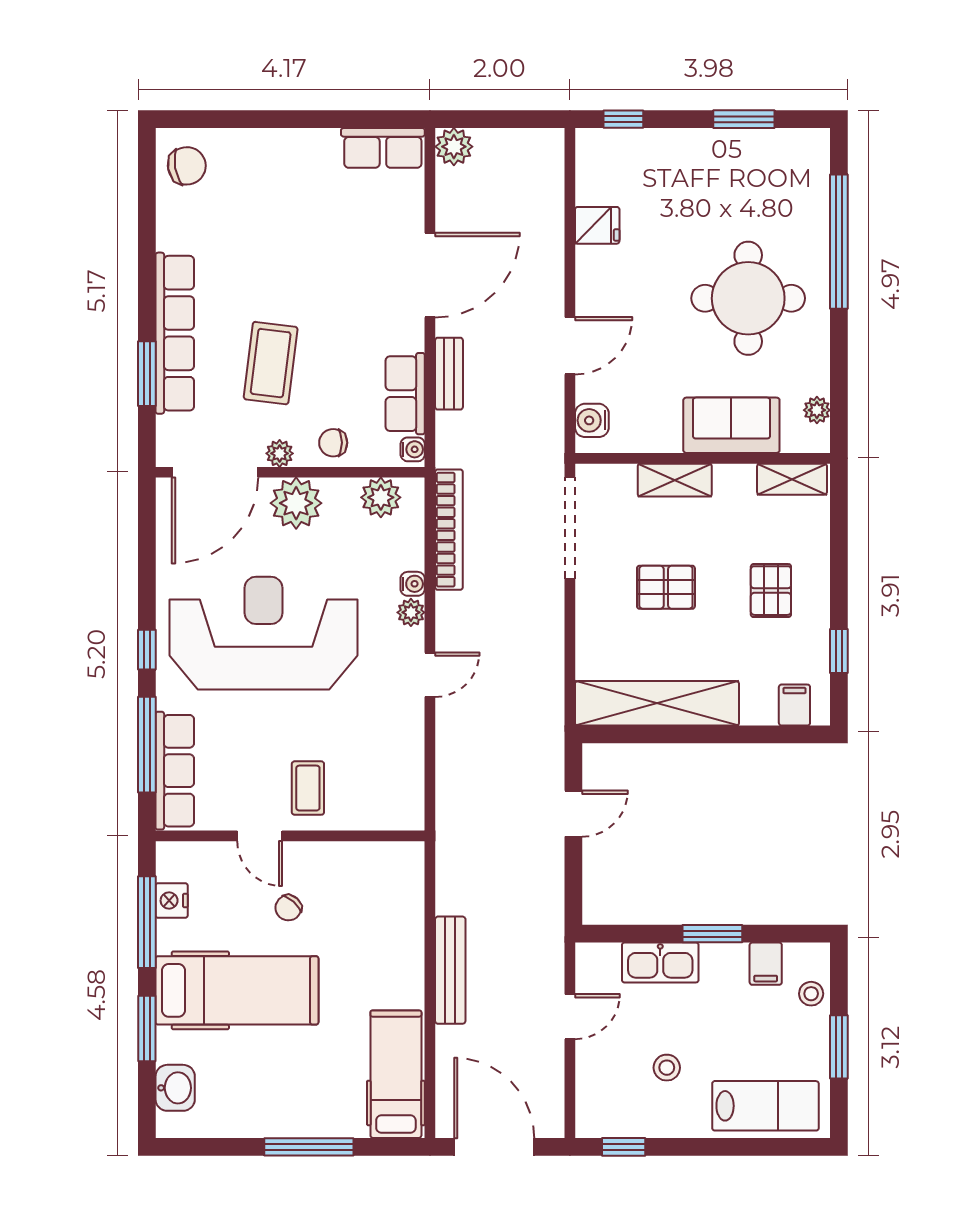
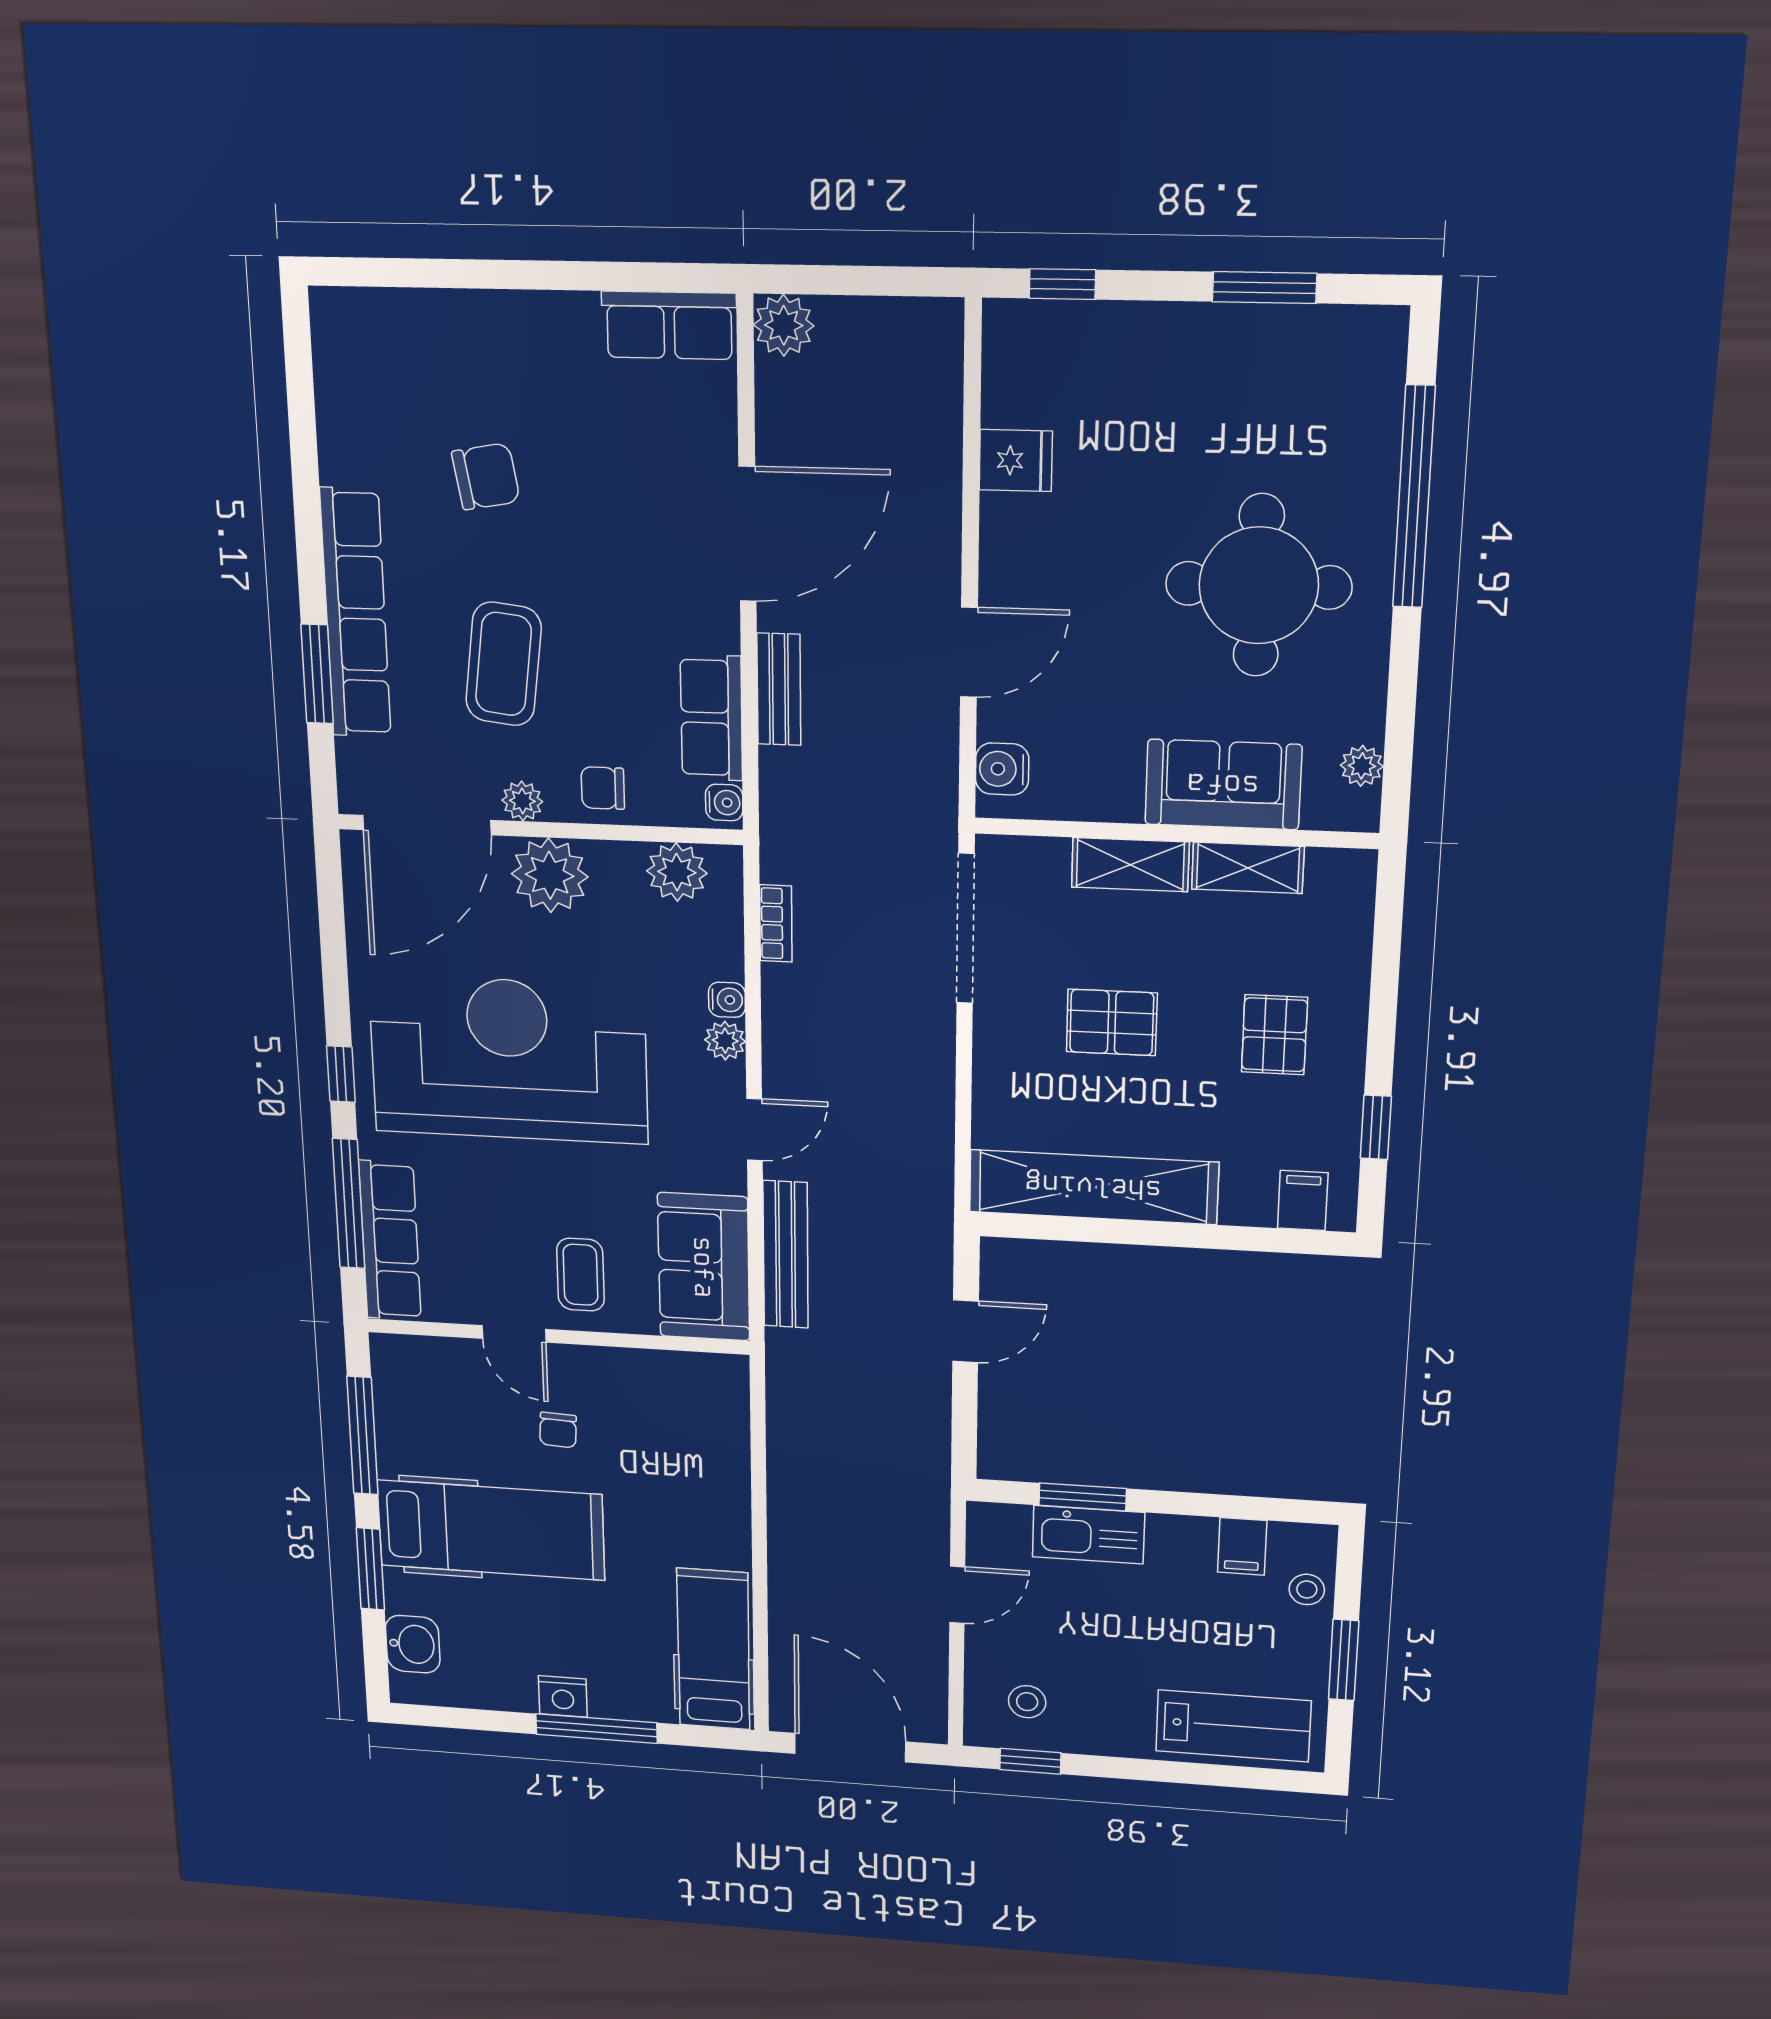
chair: (187, 166) -> (486, 476), moved
shelving: (792, 479) -> (1248, 868), moved
bookcase: (449, 530) -> (776, 923), width x0.43, depth x0.76
sofa: (394, 777) -> (704, 1267), added
nightstand: (172, 901) -> (563, 1696), moved, turned -90
chair: (288, 908) -> (558, 1430), turned -38
window: (712, 934) -> (1083, 1497), moved
bench: (450, 970) -> (786, 1255), moved
stool: (667, 1068) -> (1027, 1702), moved

